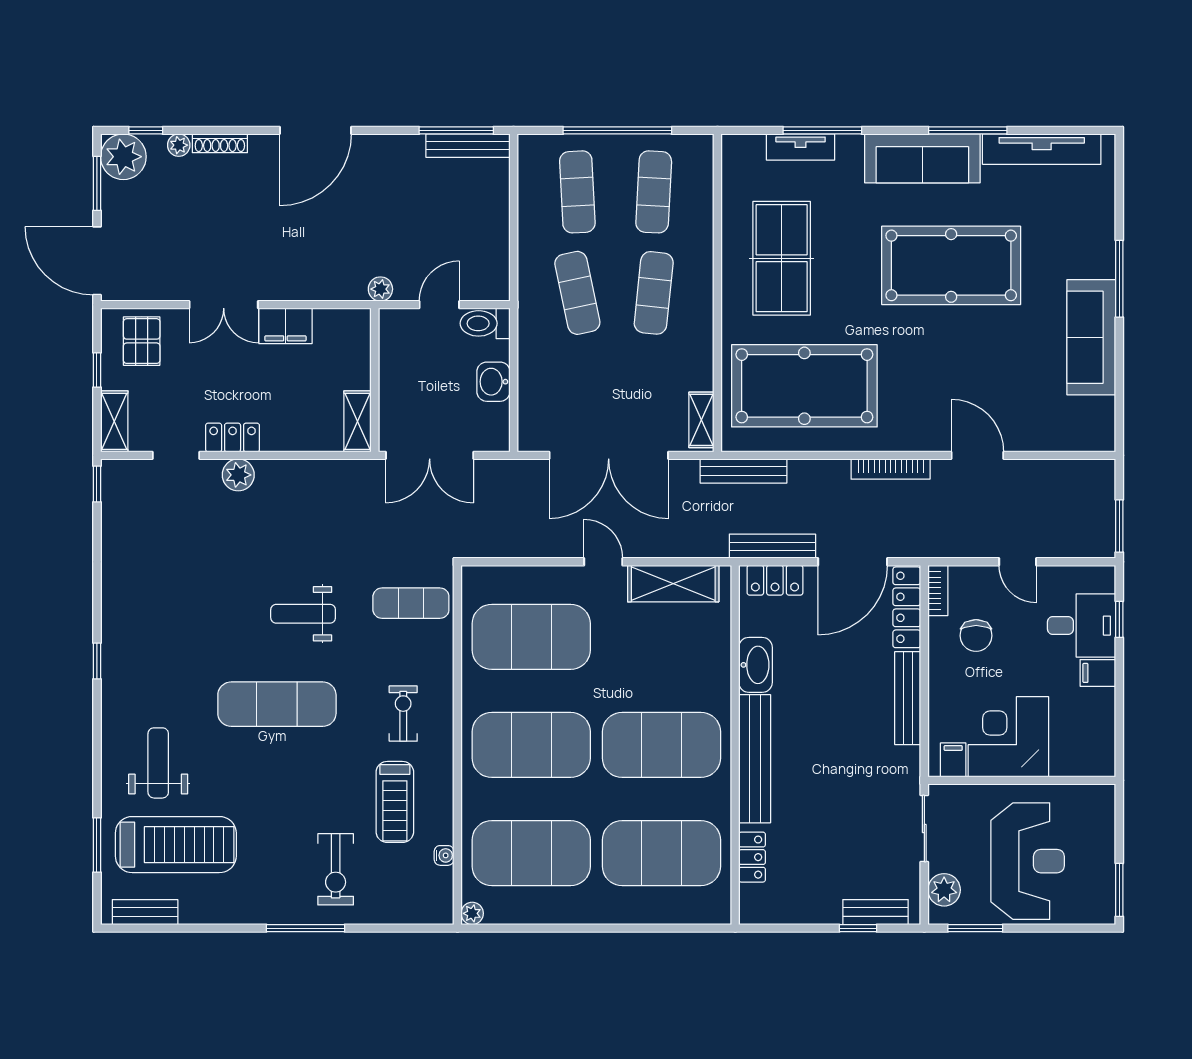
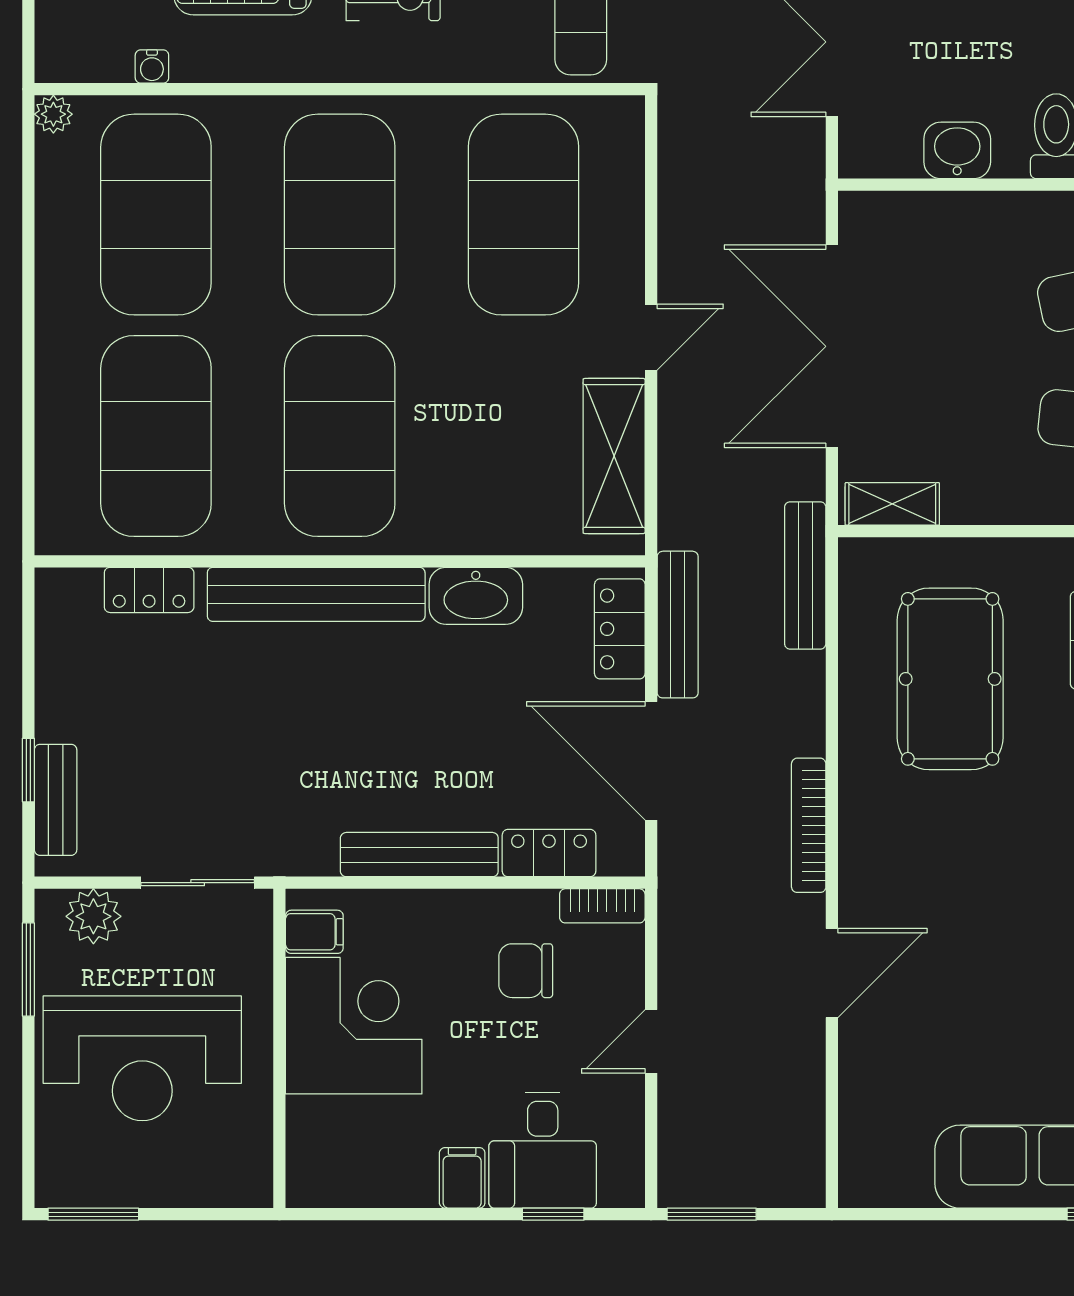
pool table: (804, 386) -> (950, 679), width x0.73, depth x0.76
locker: (907, 607) -> (549, 853), width x0.66

